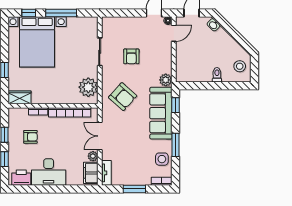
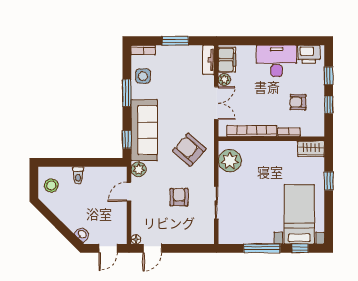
door: (174, 33) -> (129, 192), moved
bed with nightstands: (37, 42) -> (299, 214), width x0.73

